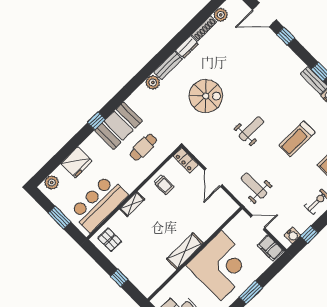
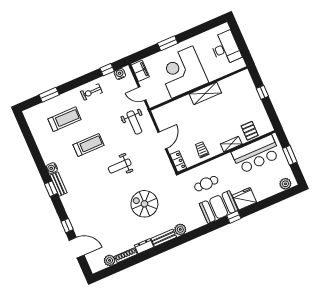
fridge: (77, 162) -> (244, 199), moved
pallet: (110, 240) -> (250, 131), moved

